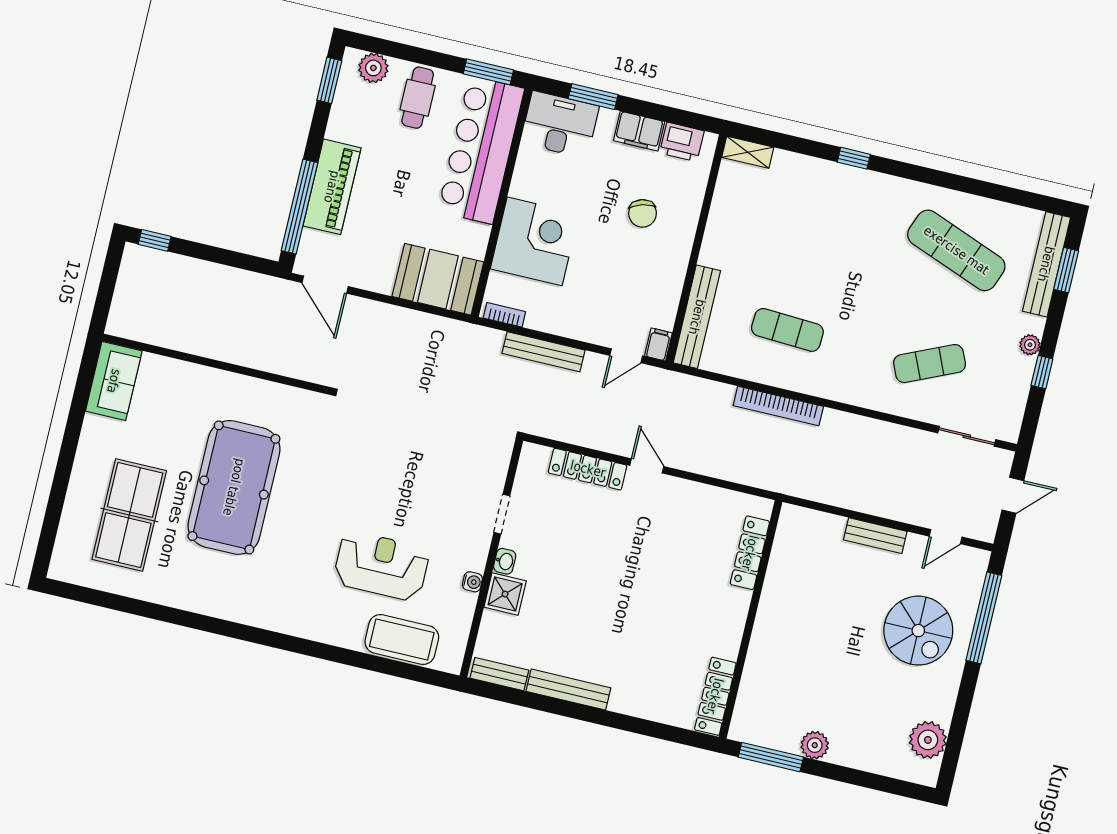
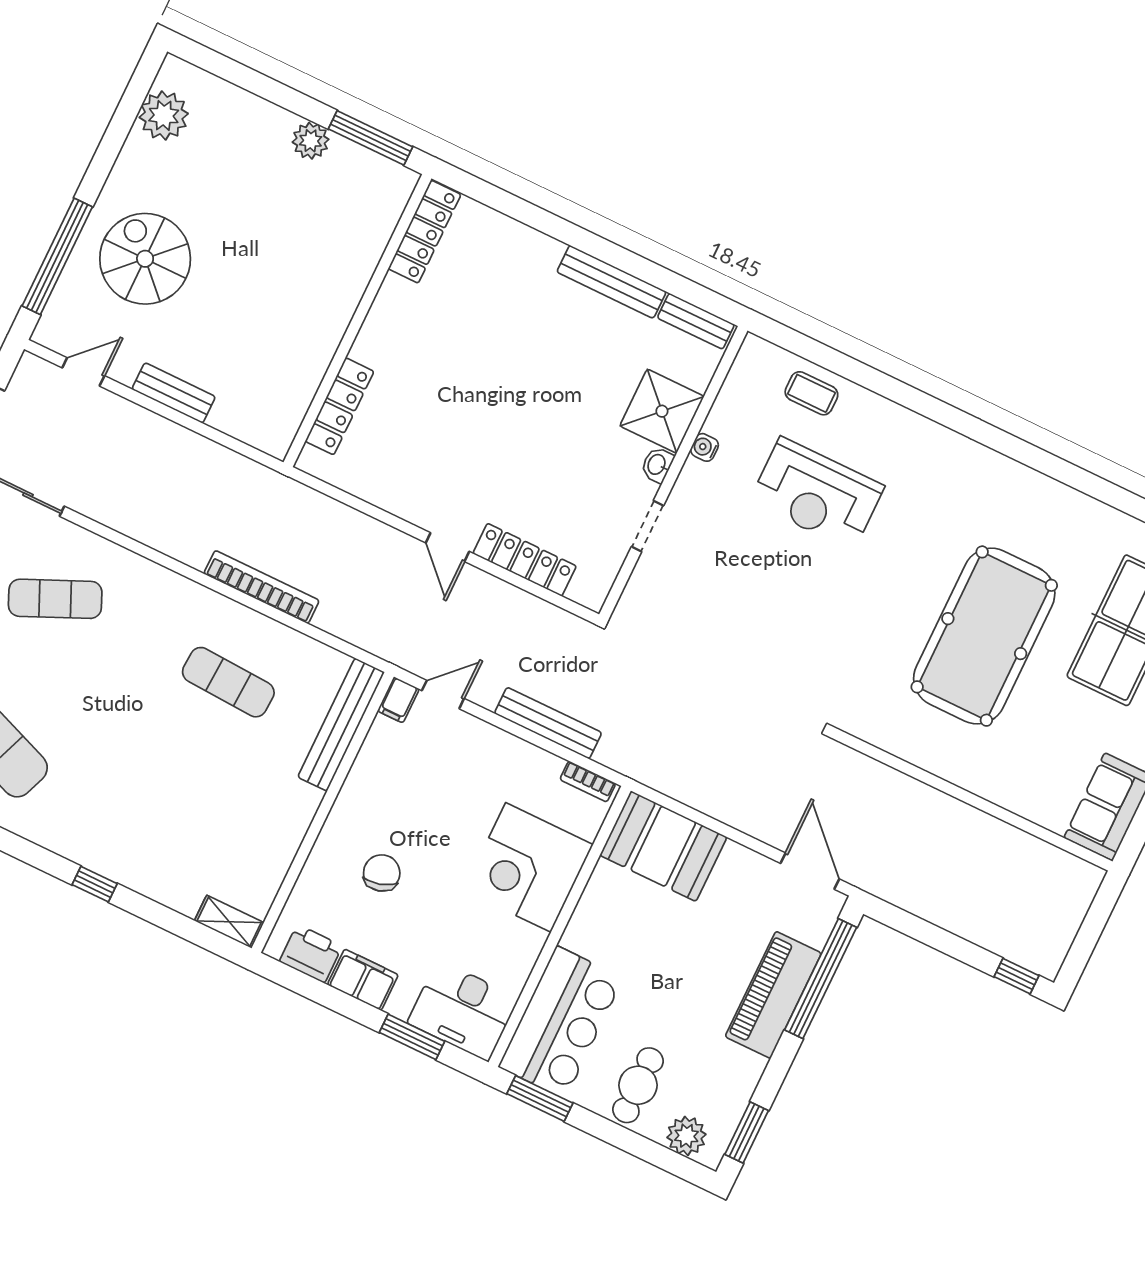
bar counter: (481, 150) -> (561, 1022), width x0.73
shower: (505, 594) -> (662, 411), width x1.36, depth x1.36
coffee table: (402, 639) -> (811, 393), width x0.54, depth x0.58

